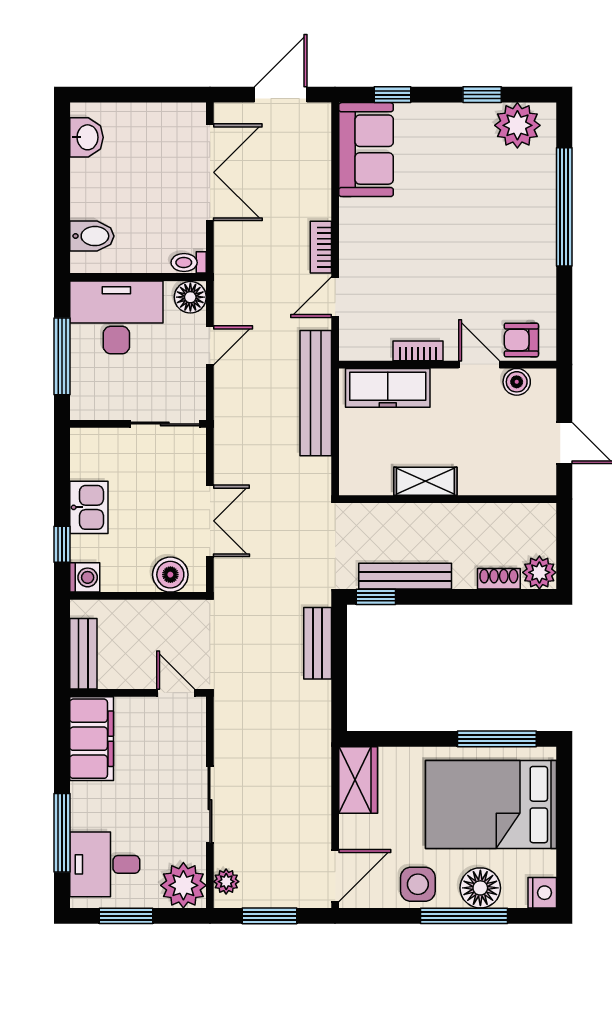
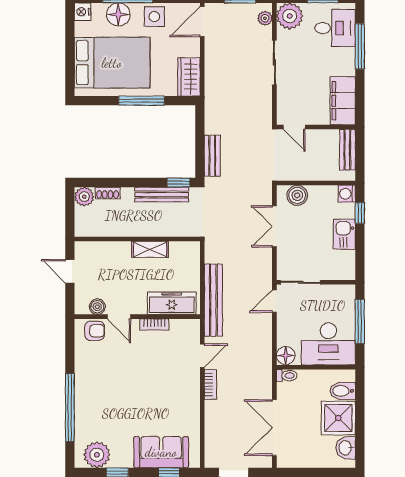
sofa: (366, 150) -> (161, 452), moved, turned 90
shower: (99, 189) -> (338, 418), added
door: (210, 345) -> (274, 301), moved
window: (497, 739) -> (142, 101), moved

